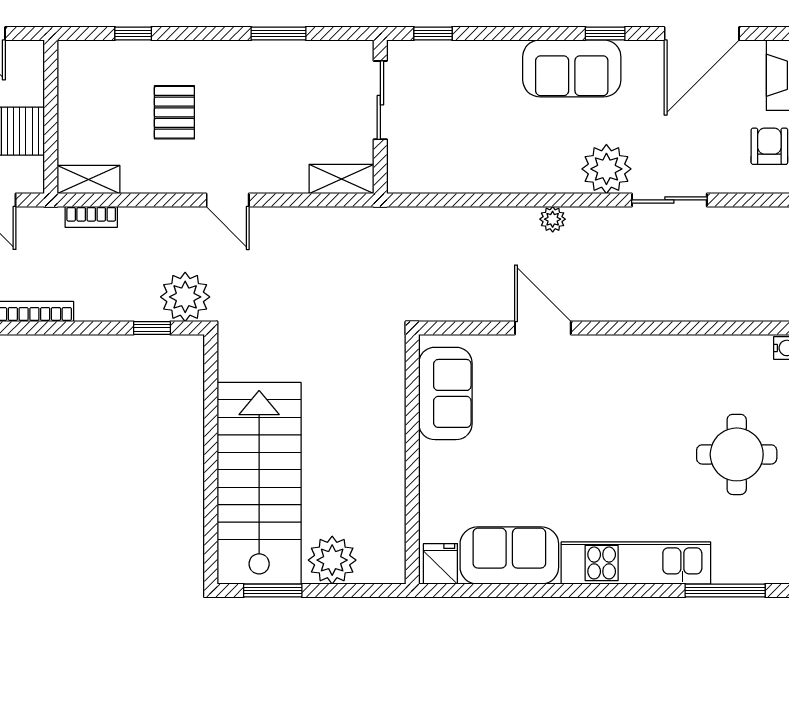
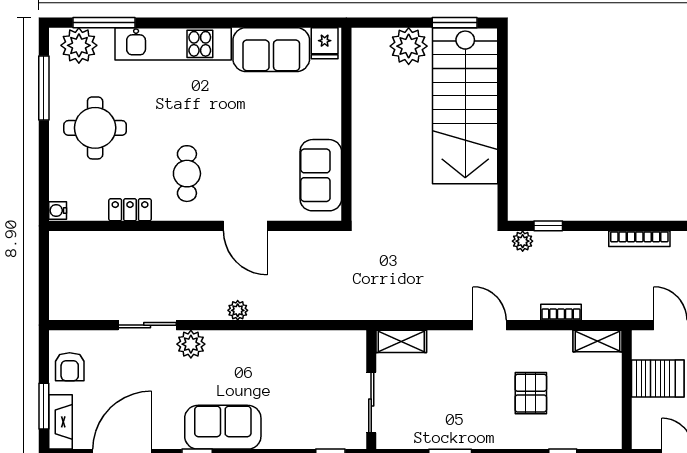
plant: (606, 169) -> (191, 344), width x0.73, depth x0.73
bookcase: (91, 217) -> (561, 312), moved
plant: (185, 297) -> (523, 241), width x0.53, depth x0.53
locker: (692, 349) -> (130, 210), added
cafe table: (618, 396) -> (187, 174), added
plant: (758, 561) -> (79, 45), added

